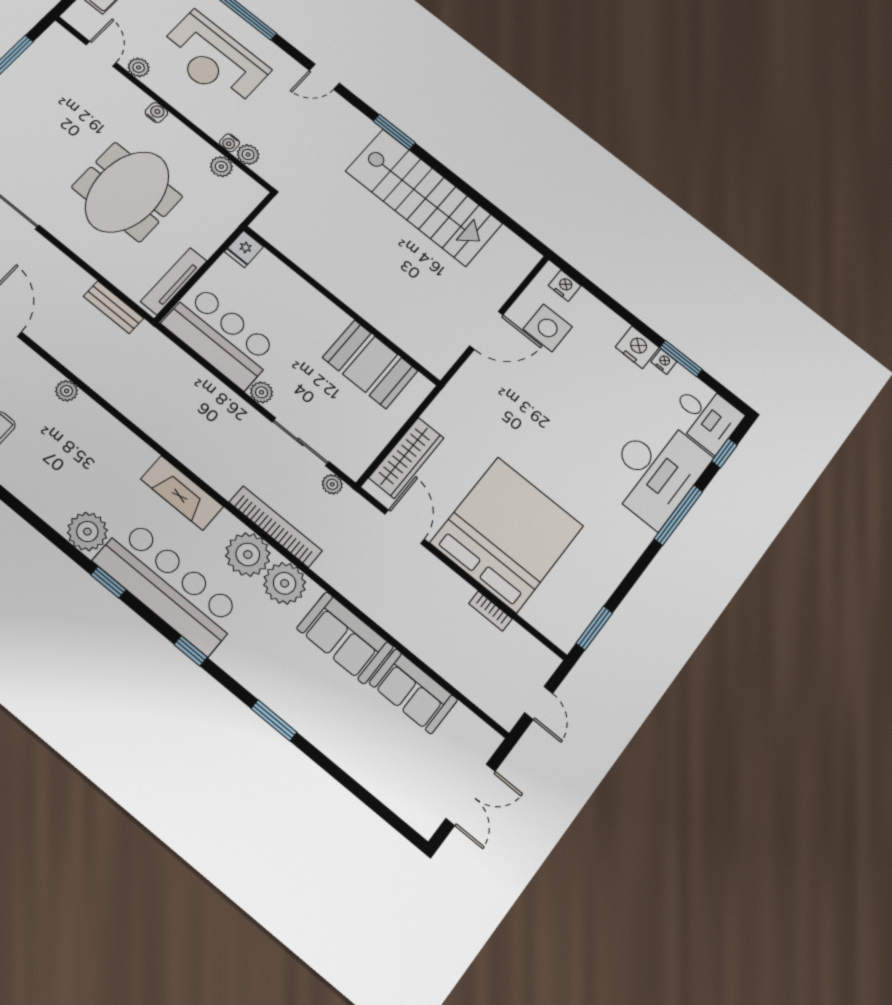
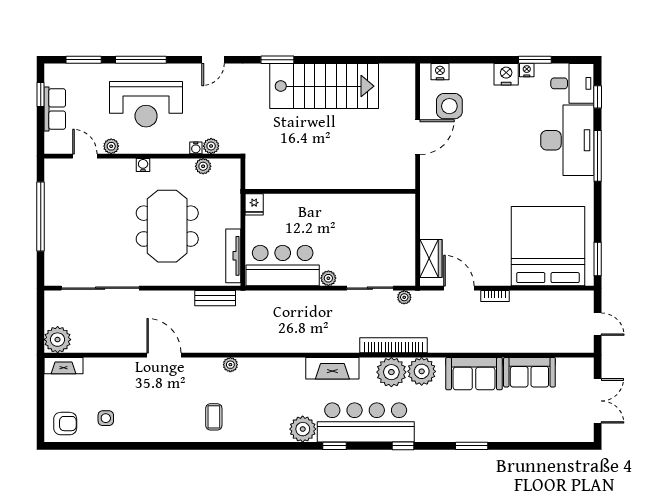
booth: (370, 364) -> (372, 212), removed
wardrobe: (406, 458) -> (431, 258), width x0.67
bed: (507, 534) -> (548, 246), moved
bookcase: (490, 611) -> (495, 296), moved

